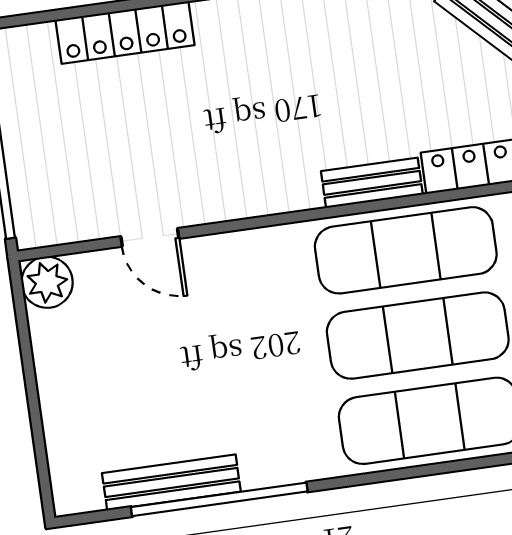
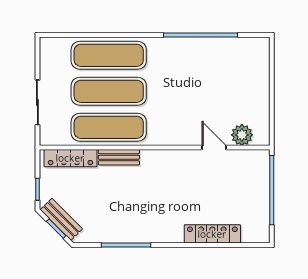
plant: (47, 282) -> (242, 135), moved
bench: (171, 482) -> (219, 45), removed

